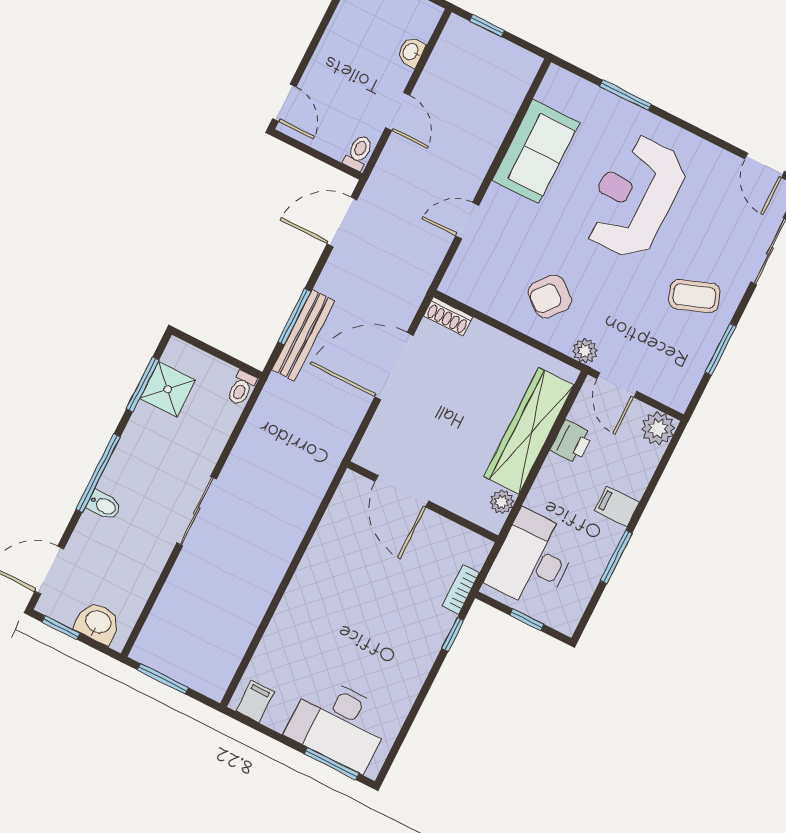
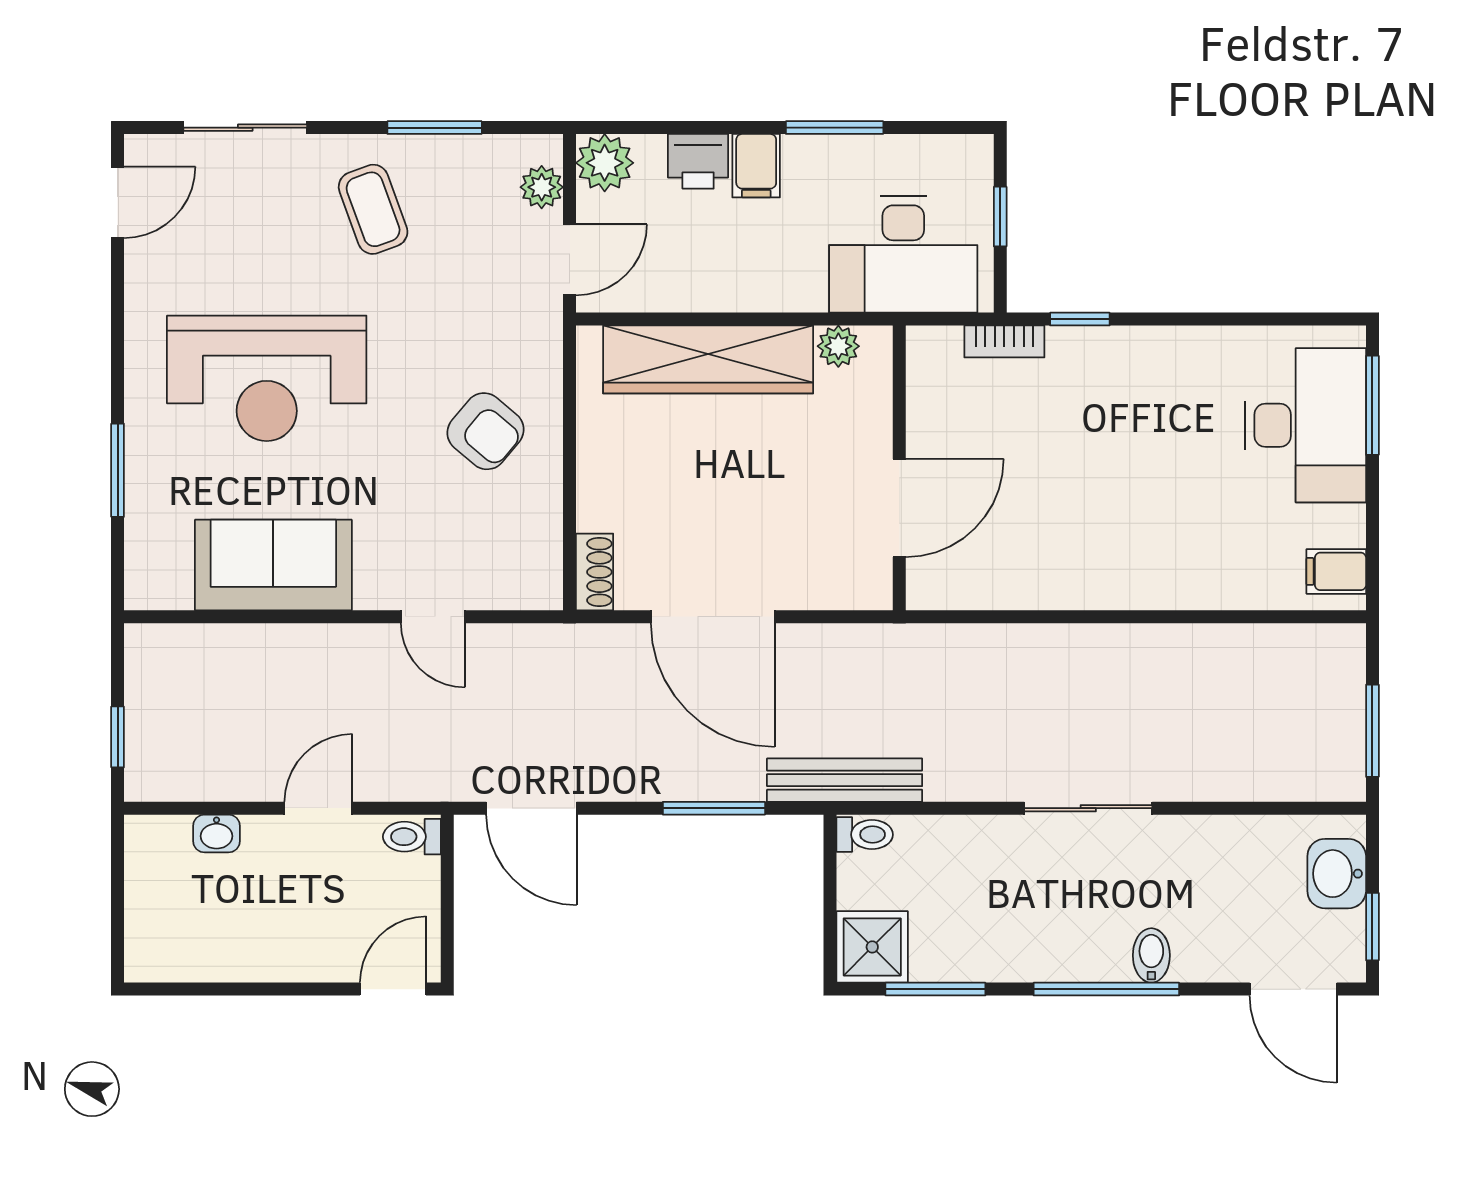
bench: (303, 335) -> (845, 780), moved
plant: (585, 351) -> (542, 187), moved
shower: (168, 389) -> (872, 947), moved
printer: (572, 442) -> (698, 161), moved, turned 180

